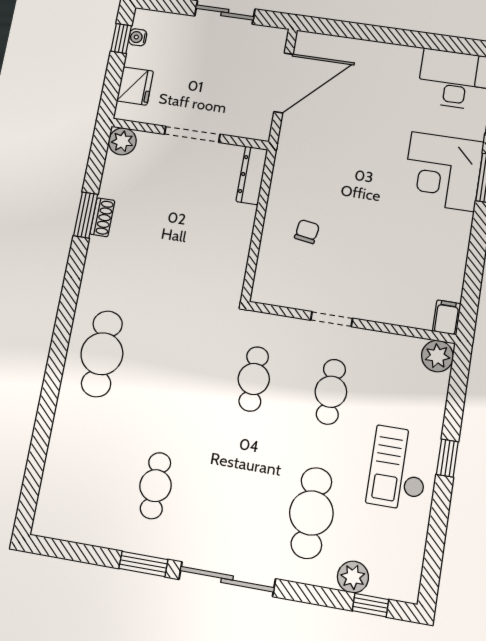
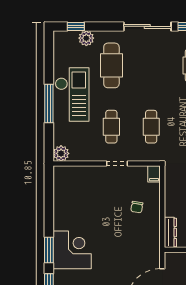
filing cabinet: (447, 317) -> (154, 174), moved
window: (447, 458) -> (49, 103), width x2.17
checkout: (399, 468) -> (72, 94), width x1.36, depth x1.21

